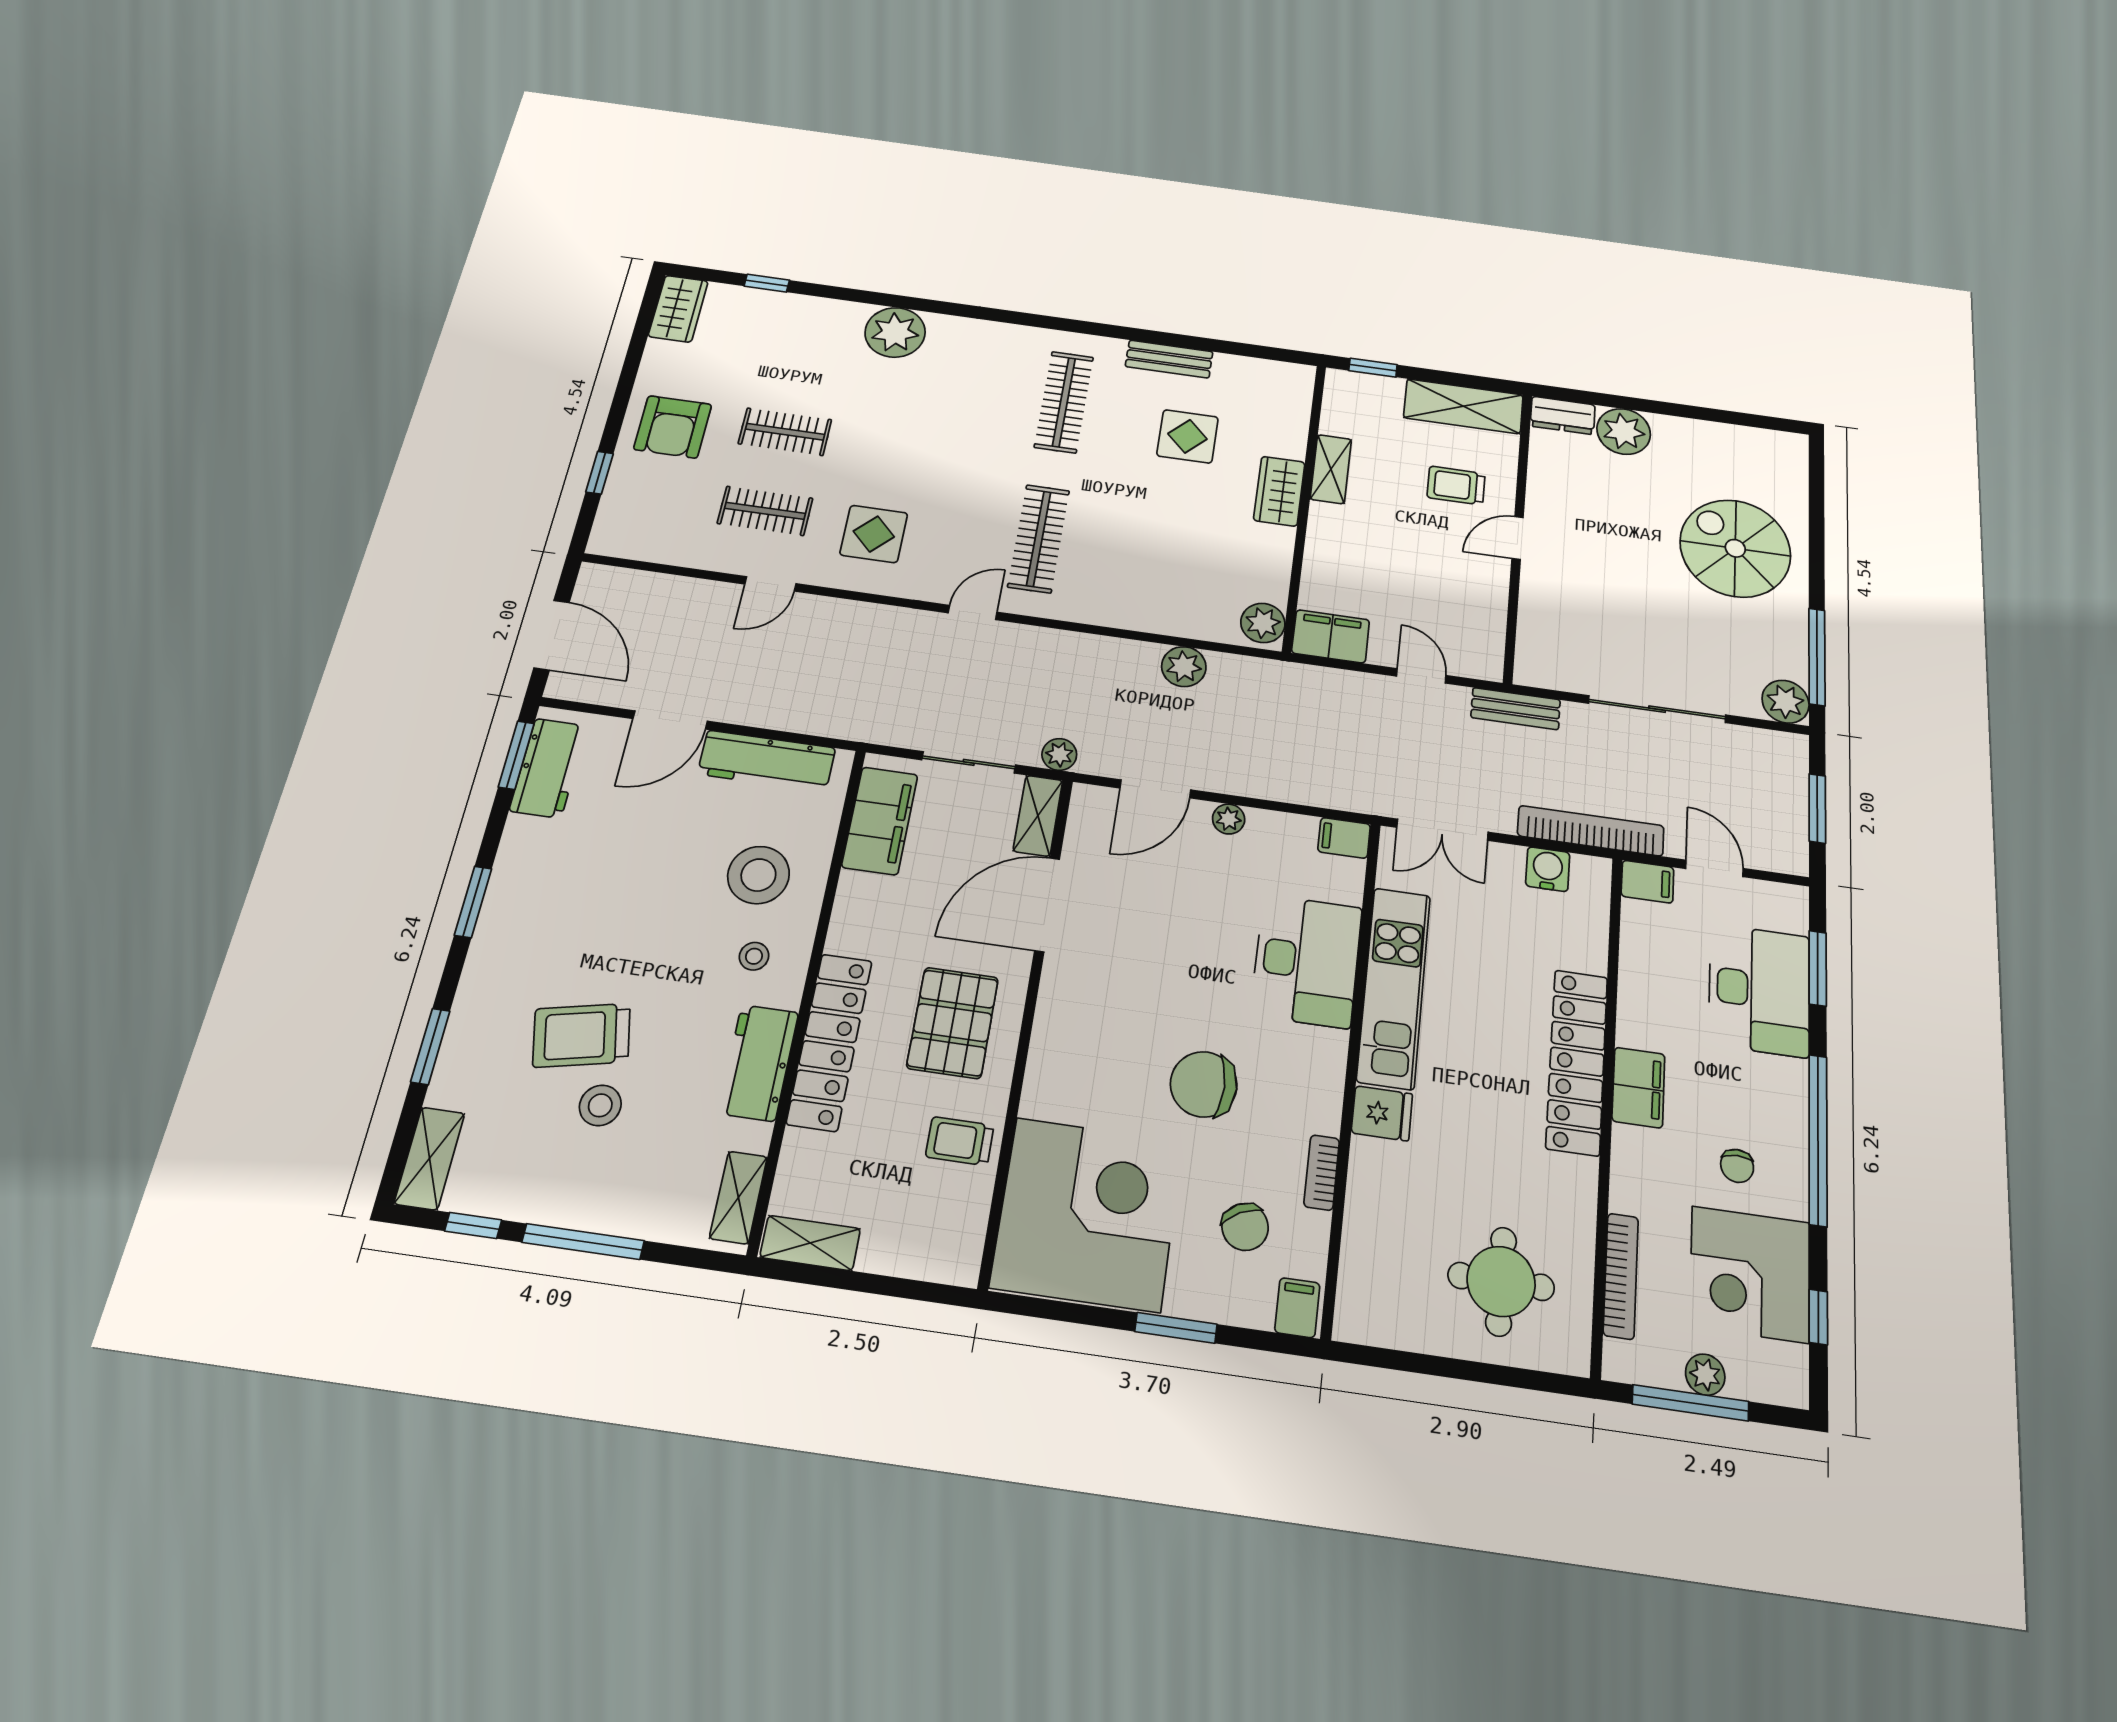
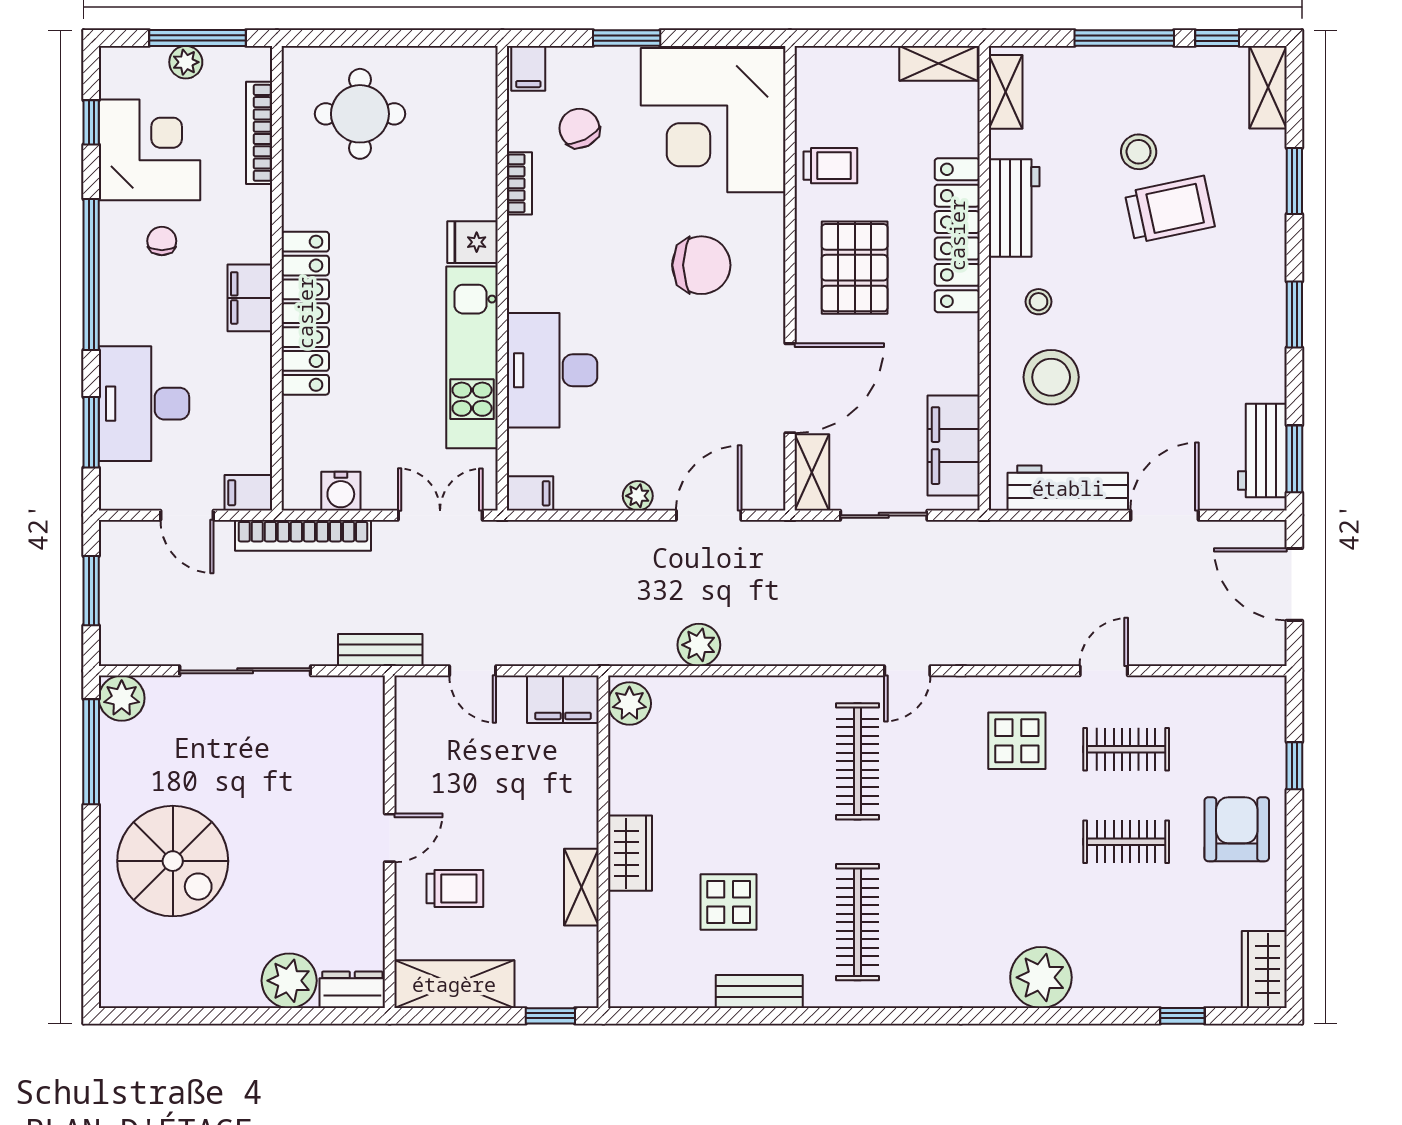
plant: (1059, 754) -> (802, 536), removed
chair: (1204, 1084) -> (701, 265), moved

